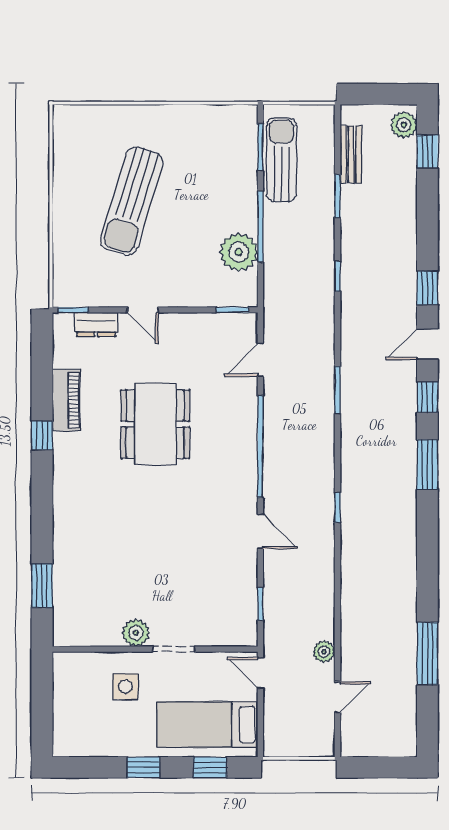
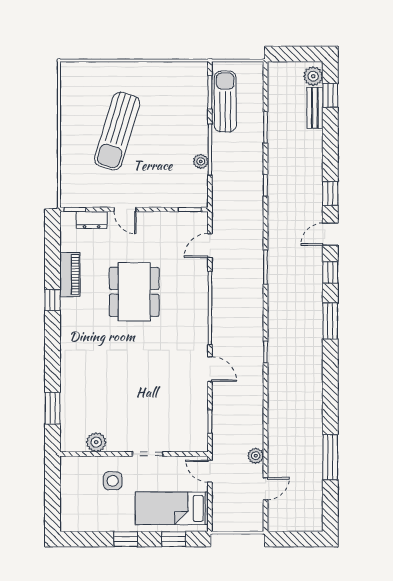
bench: (351, 154) -> (315, 108), moved
plant: (239, 252) -> (201, 161), width x0.53, depth x0.53
plant: (136, 633) -> (96, 442), moved

